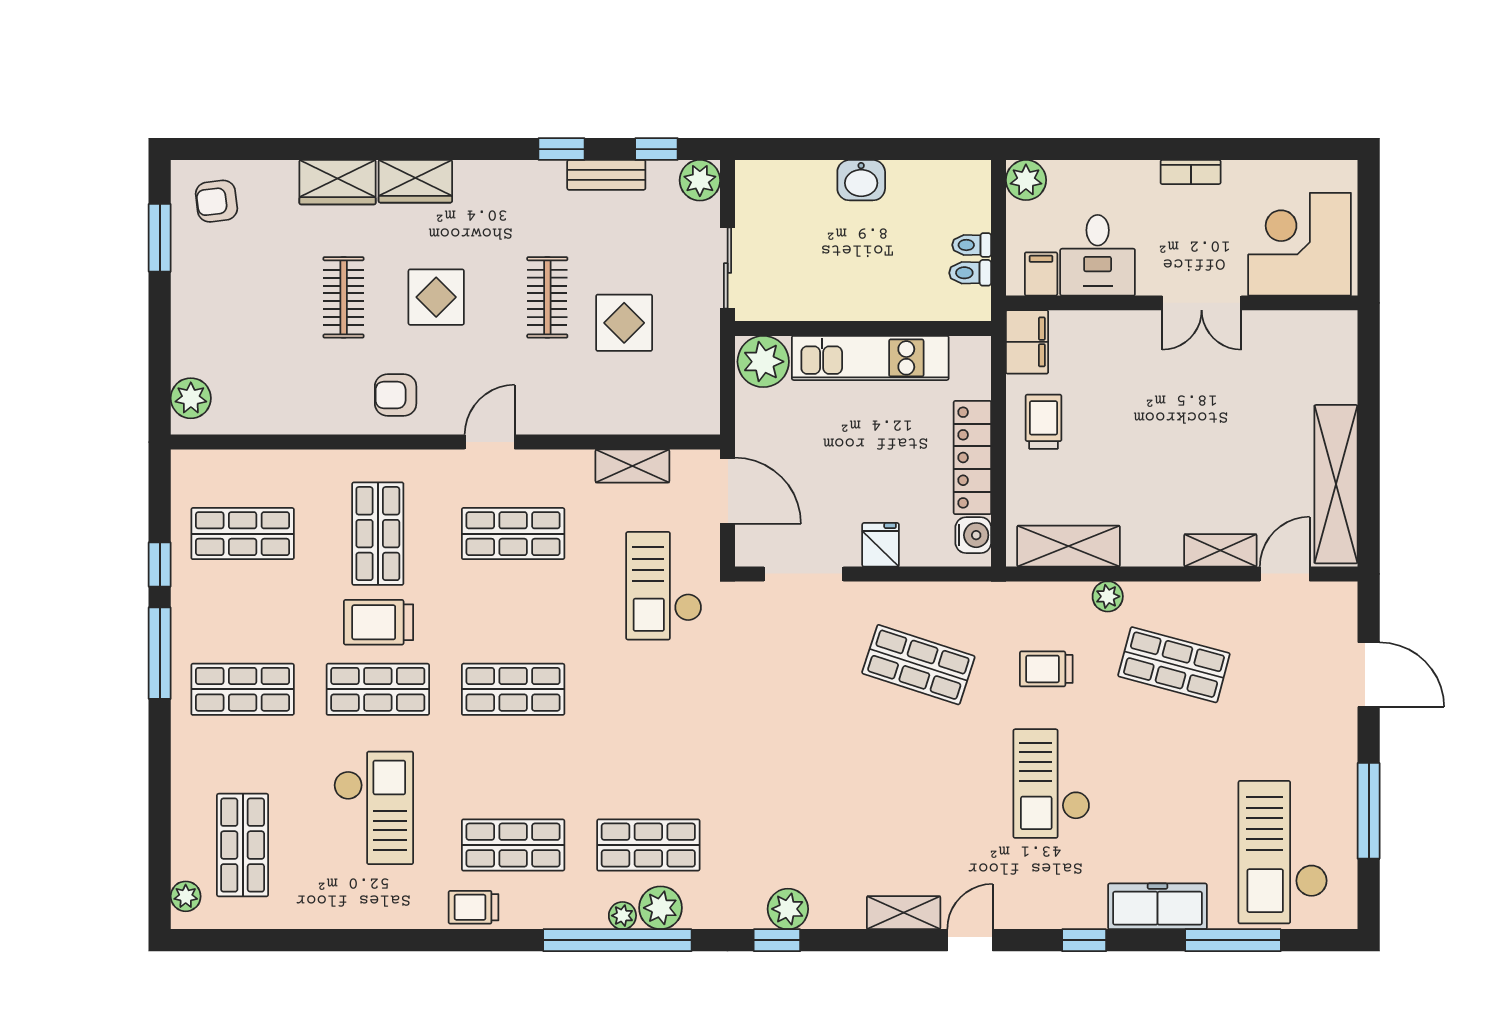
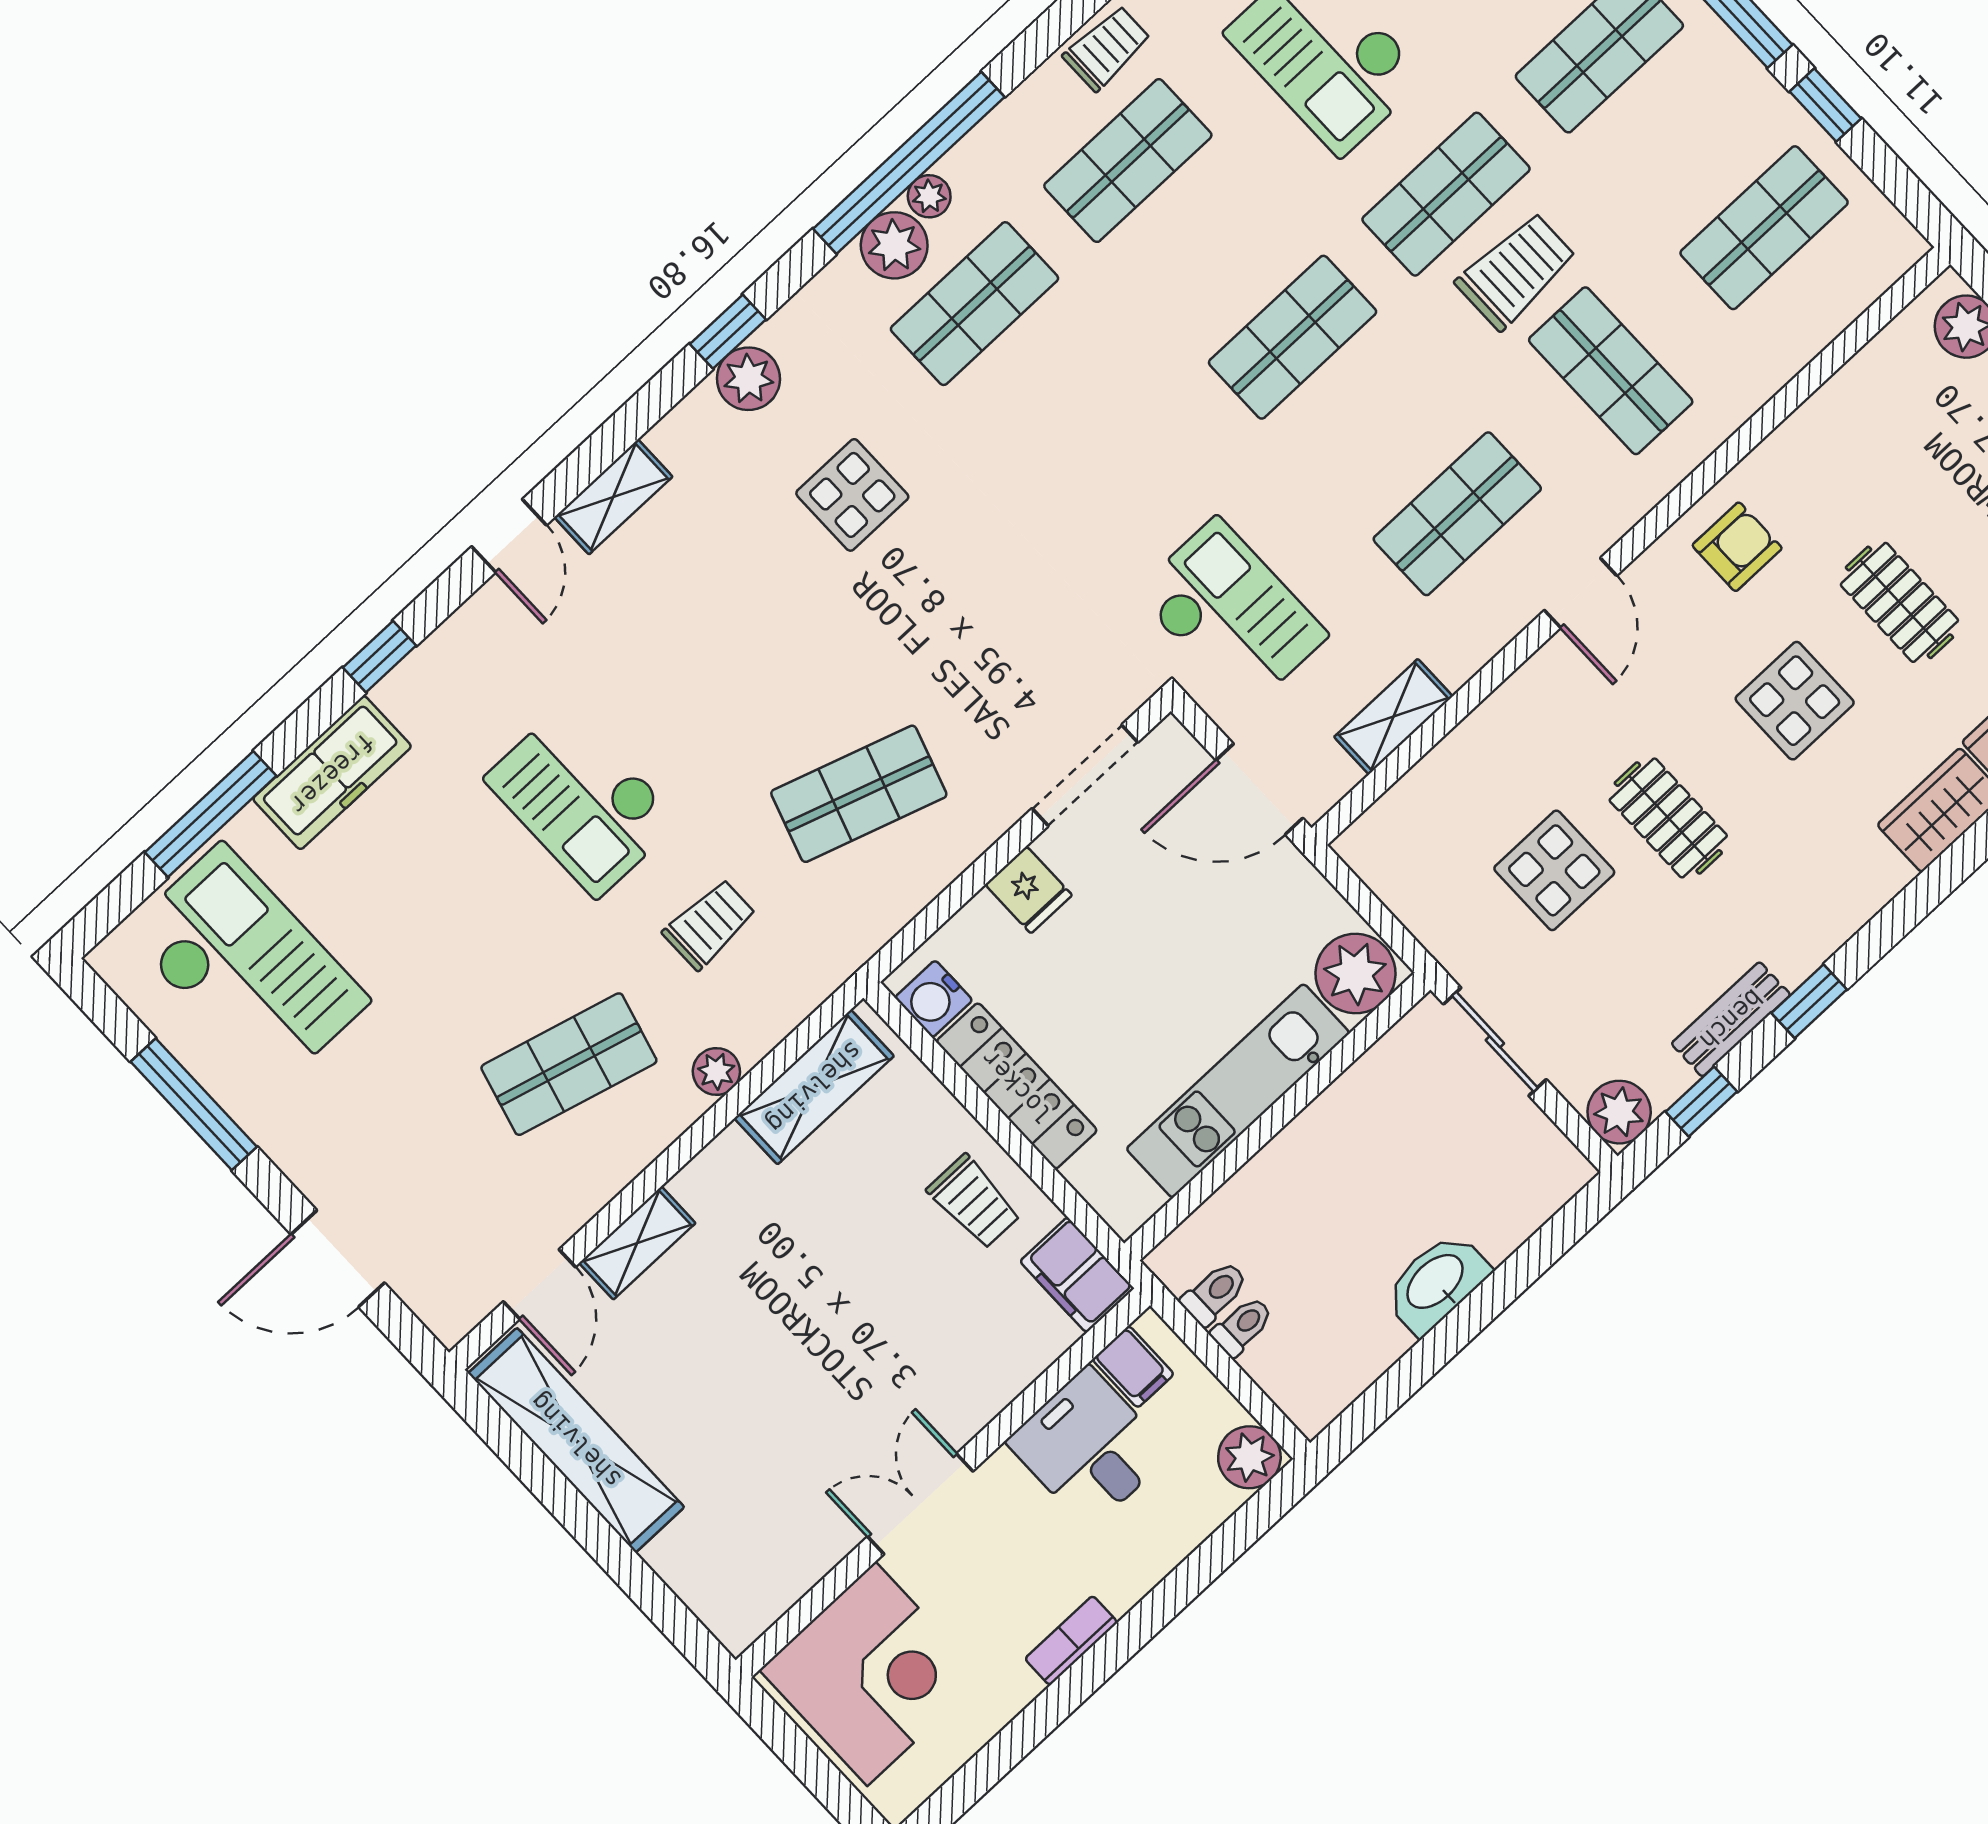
washbasin: (861, 180) -> (1436, 1283), width x1.38
checkout: (1052, 784) -> (582, 800), turned 180
display table: (790, 809) -> (852, 495), added

